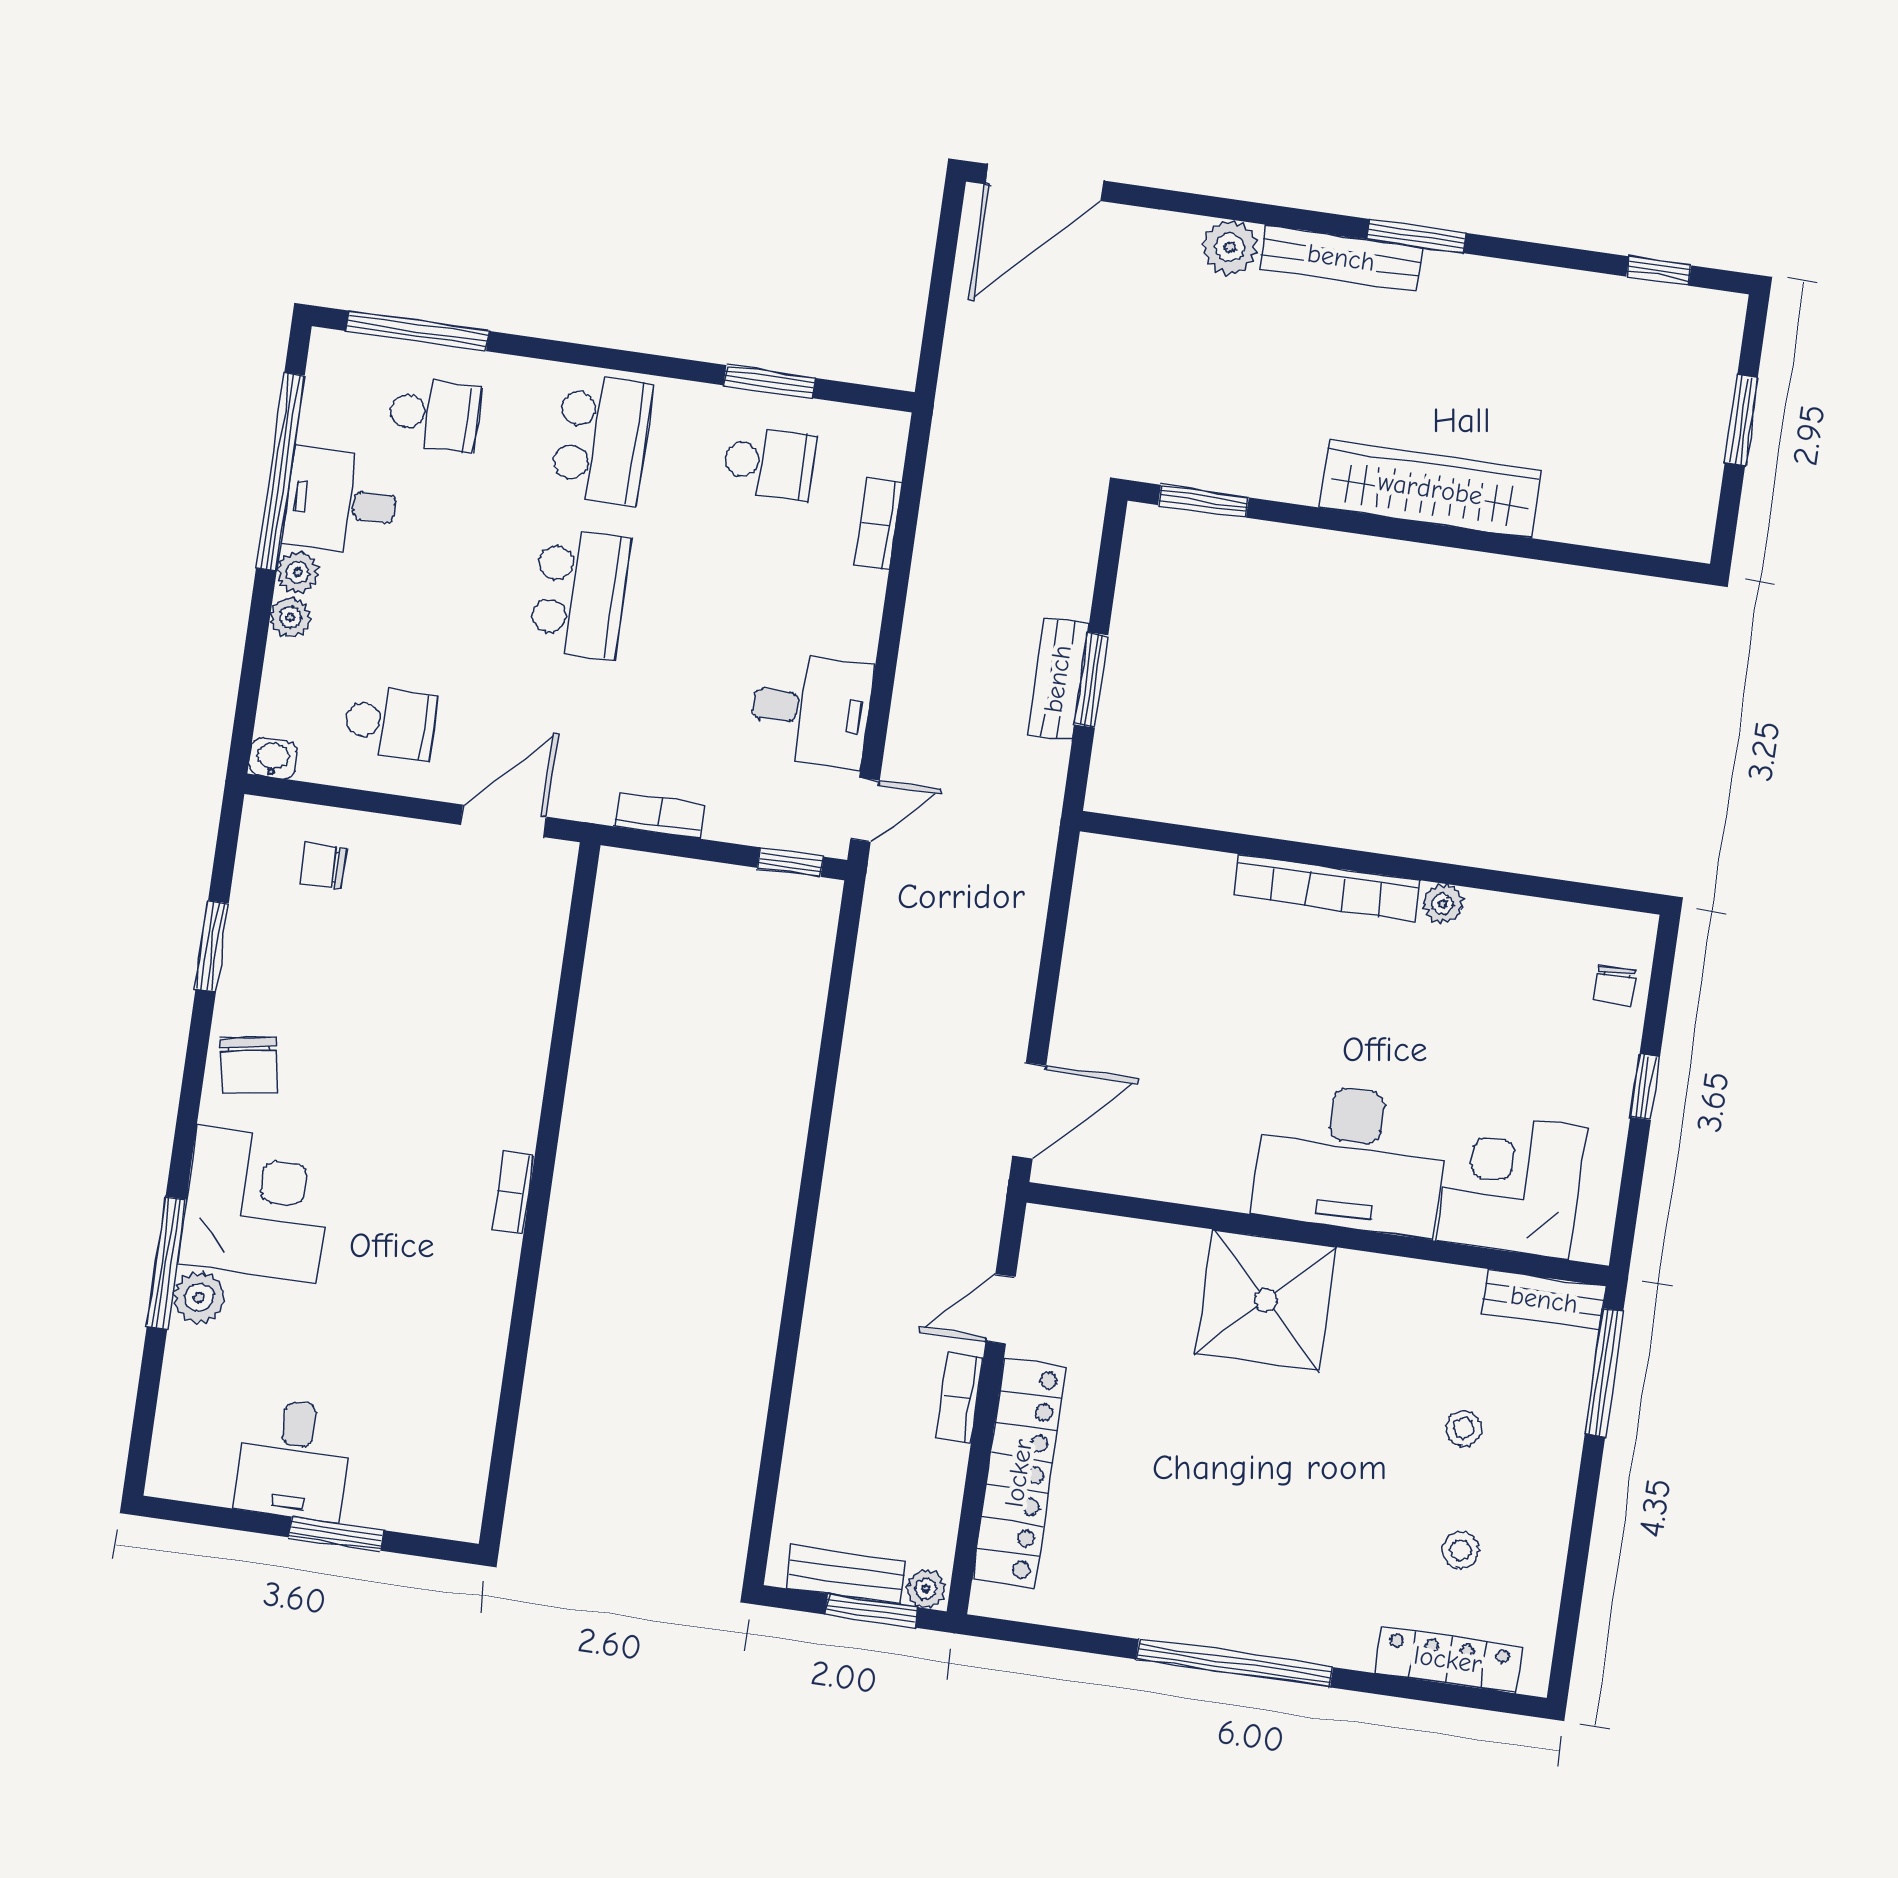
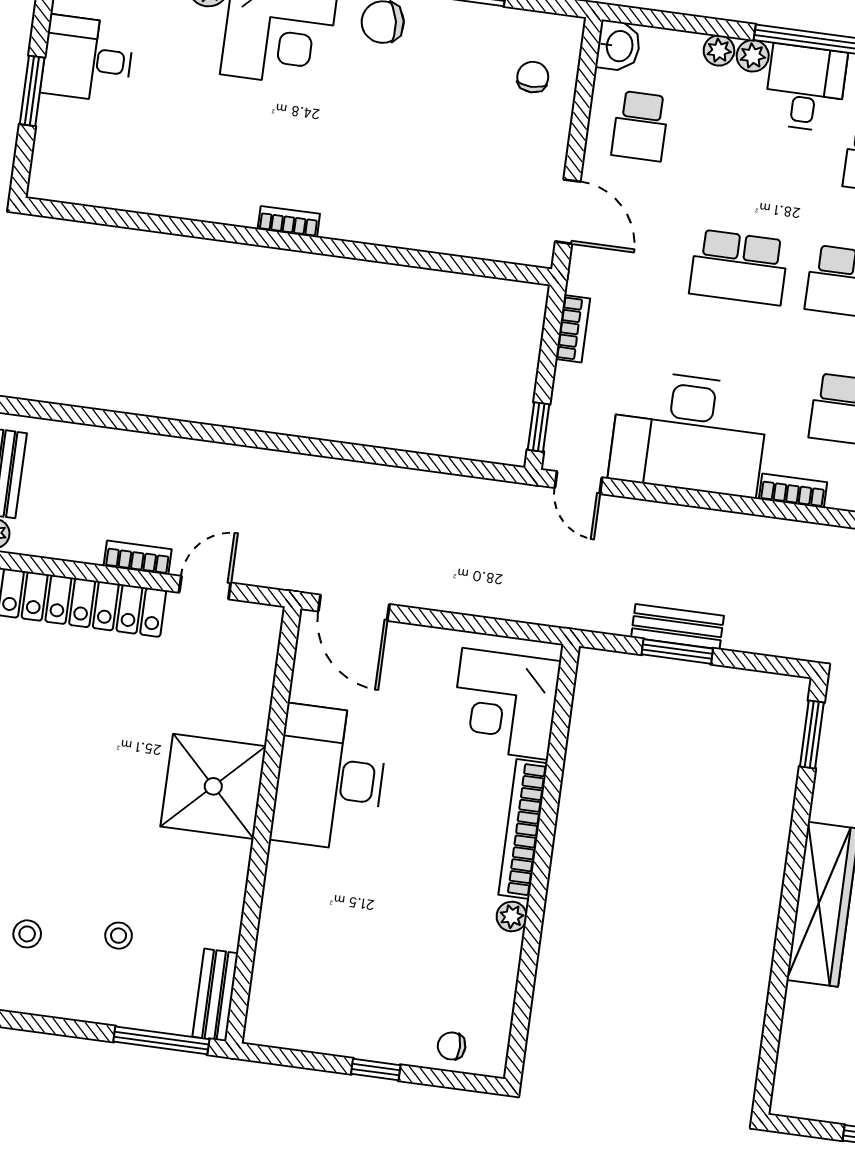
desk: (811, 710) -> (689, 433), width x1.87, depth x1.30
washbasin: (273, 758) -> (618, 46), width x1.38, depth x1.45
desk: (1351, 1159) -> (330, 778), moved
corner desk: (1512, 1184) -> (505, 704), moved, turned 180
door: (1001, 1309) -> (205, 588), hinge flipped

